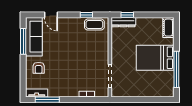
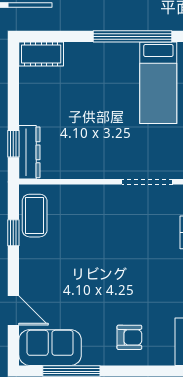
door: (51, 15) -> (13, 310), hinge flipped
sofa: (34, 37) -> (50, 348), width x0.73
bed: (155, 58) -> (158, 83), moved, width x0.67

